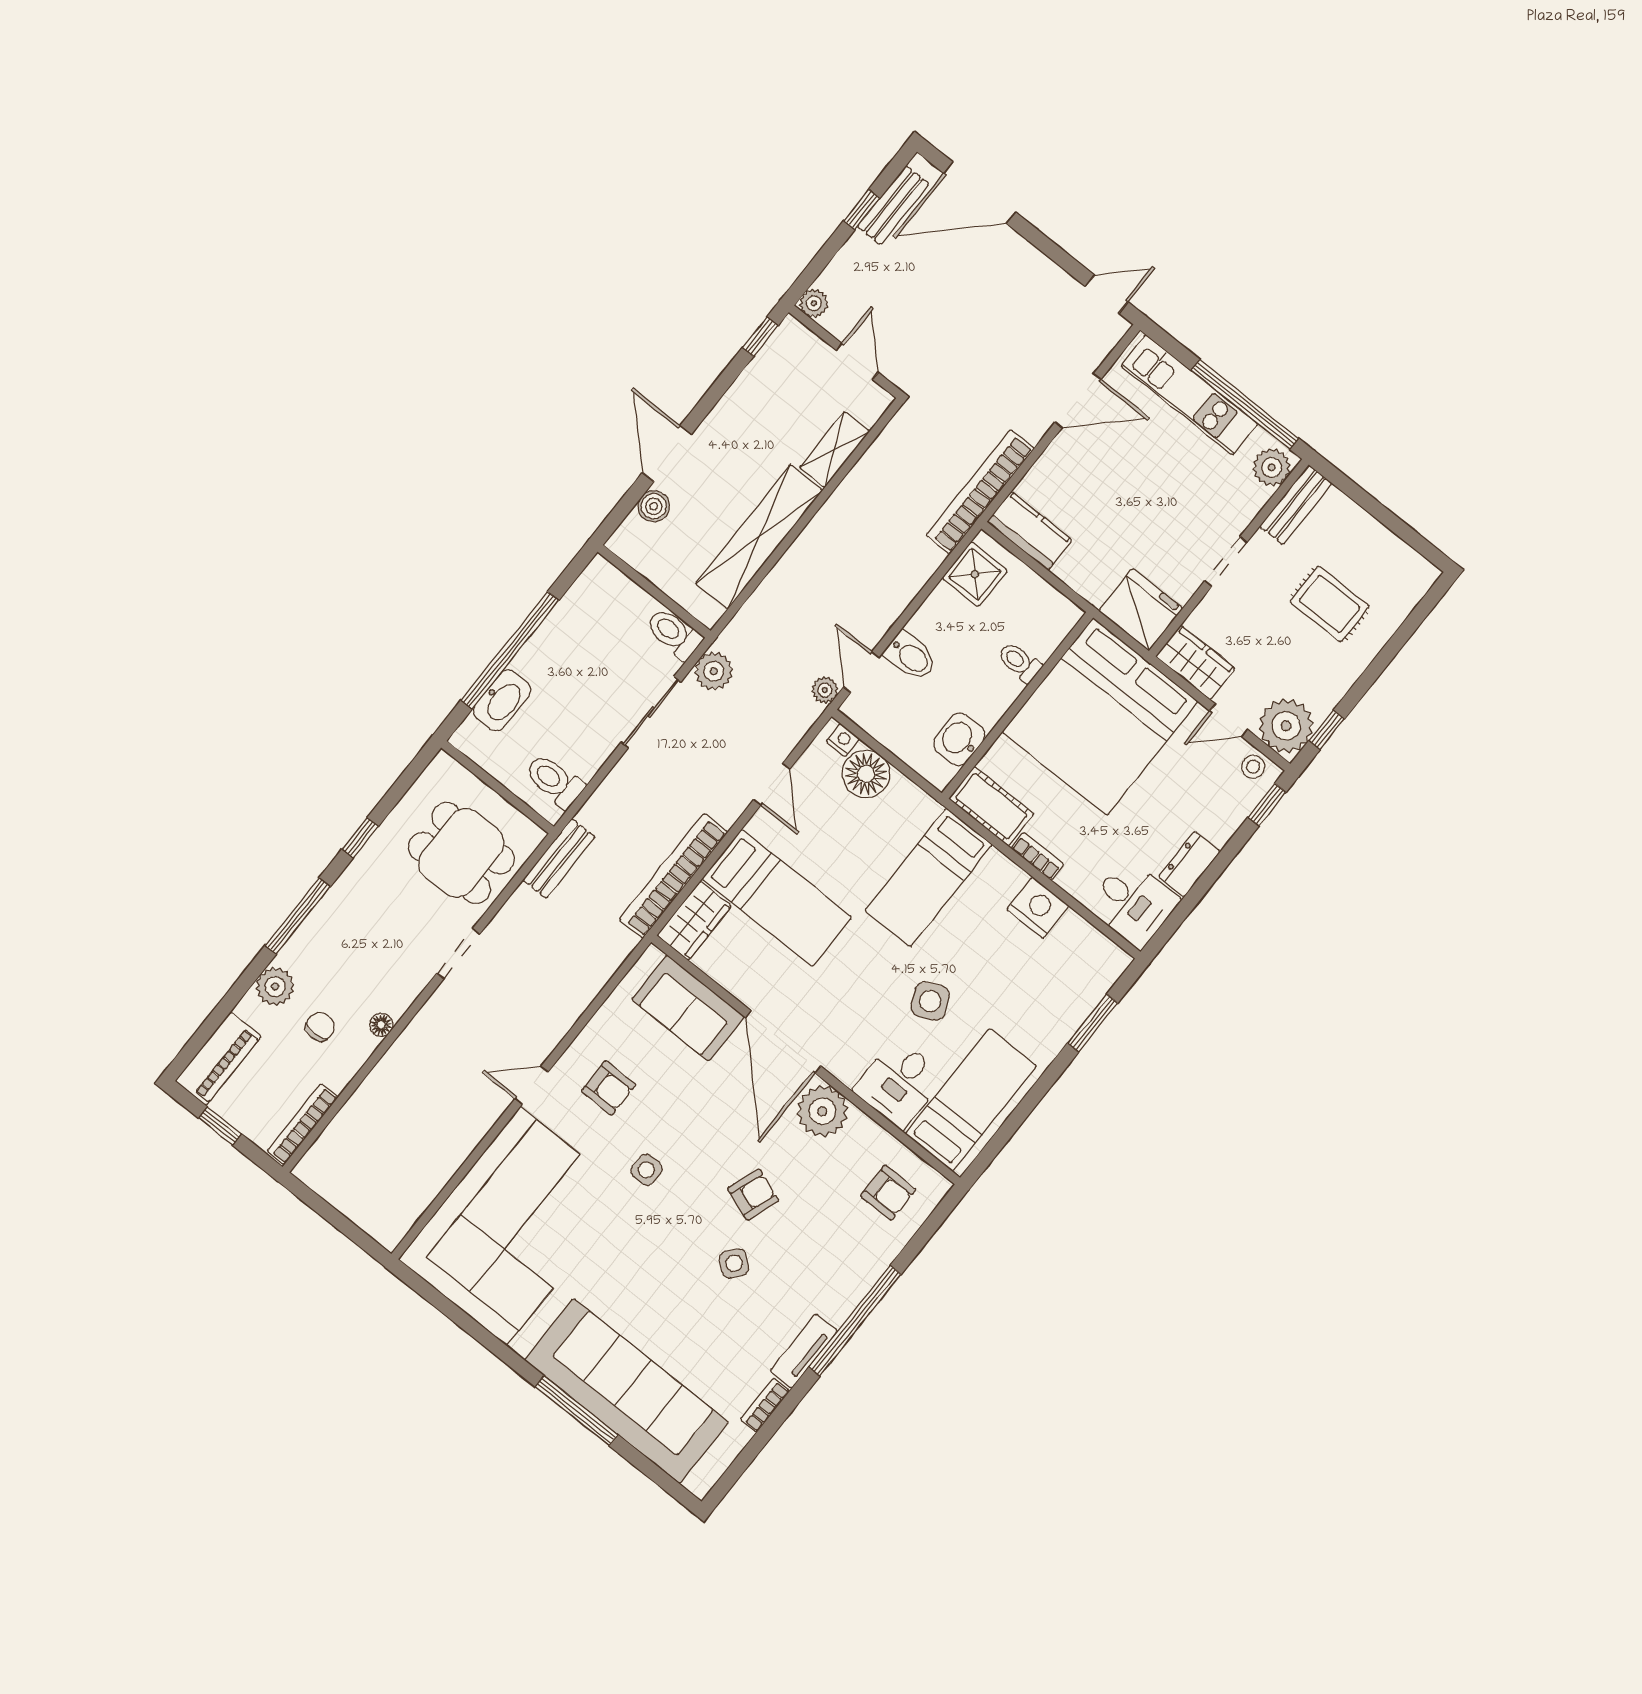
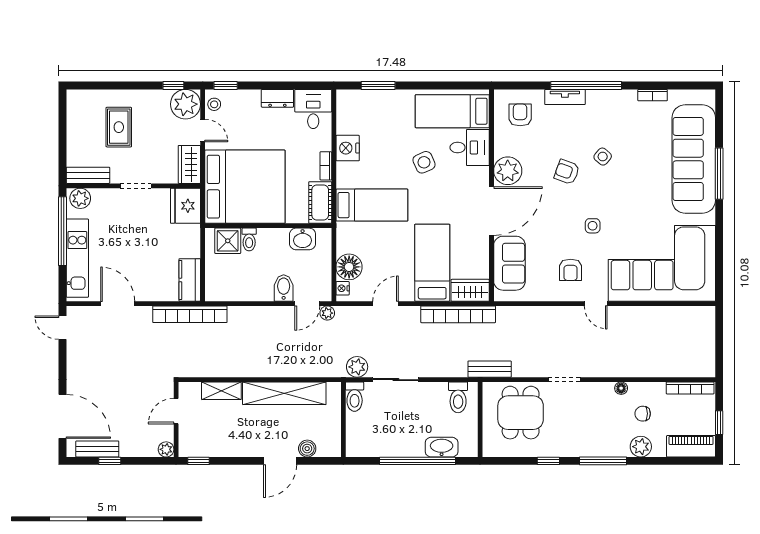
shower: (975, 574) -> (228, 241), moved
armchair: (609, 1088) -> (571, 270), turned 180
tv unit: (804, 1351) -> (565, 97), moved

